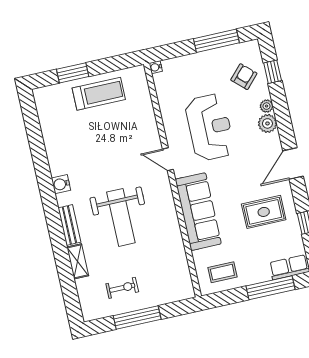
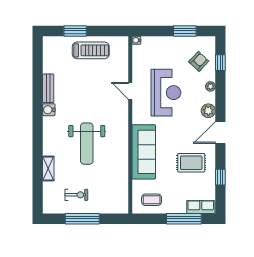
window: (216, 41) -> (185, 31), width x0.69
plant: (267, 123) -> (208, 111), moved
door: (168, 159) -> (130, 91), moved
bench: (69, 225) -> (48, 88), moved

